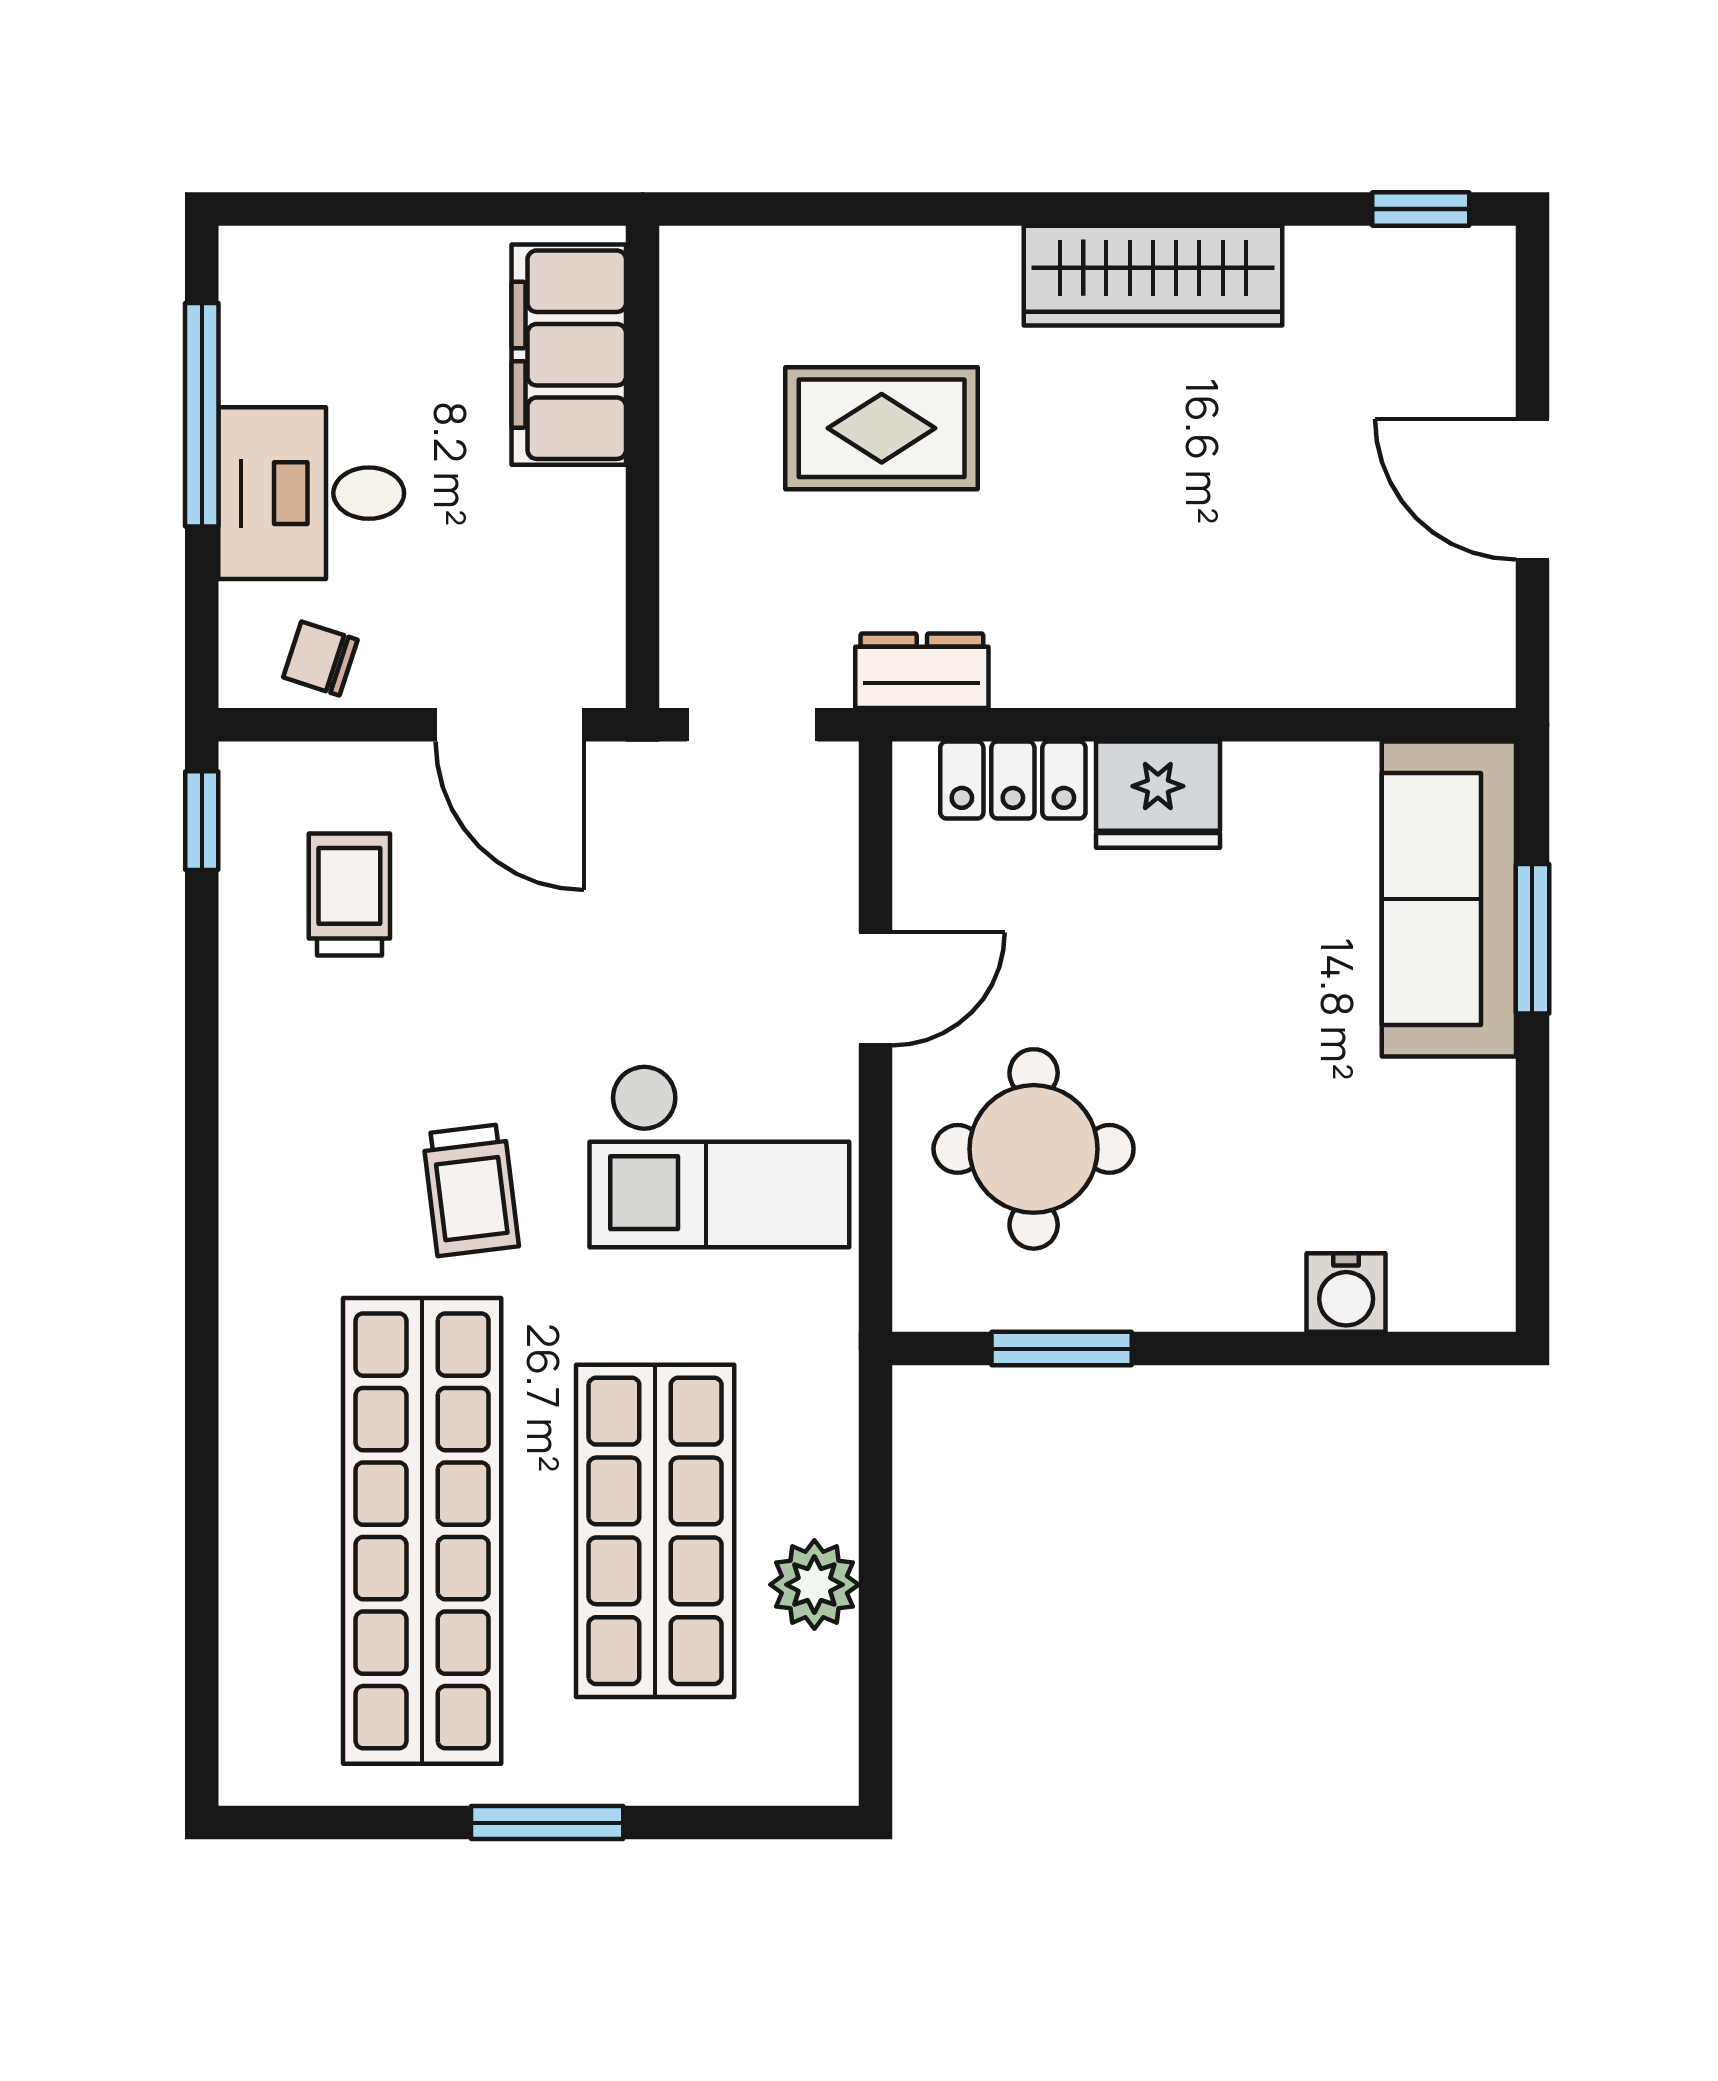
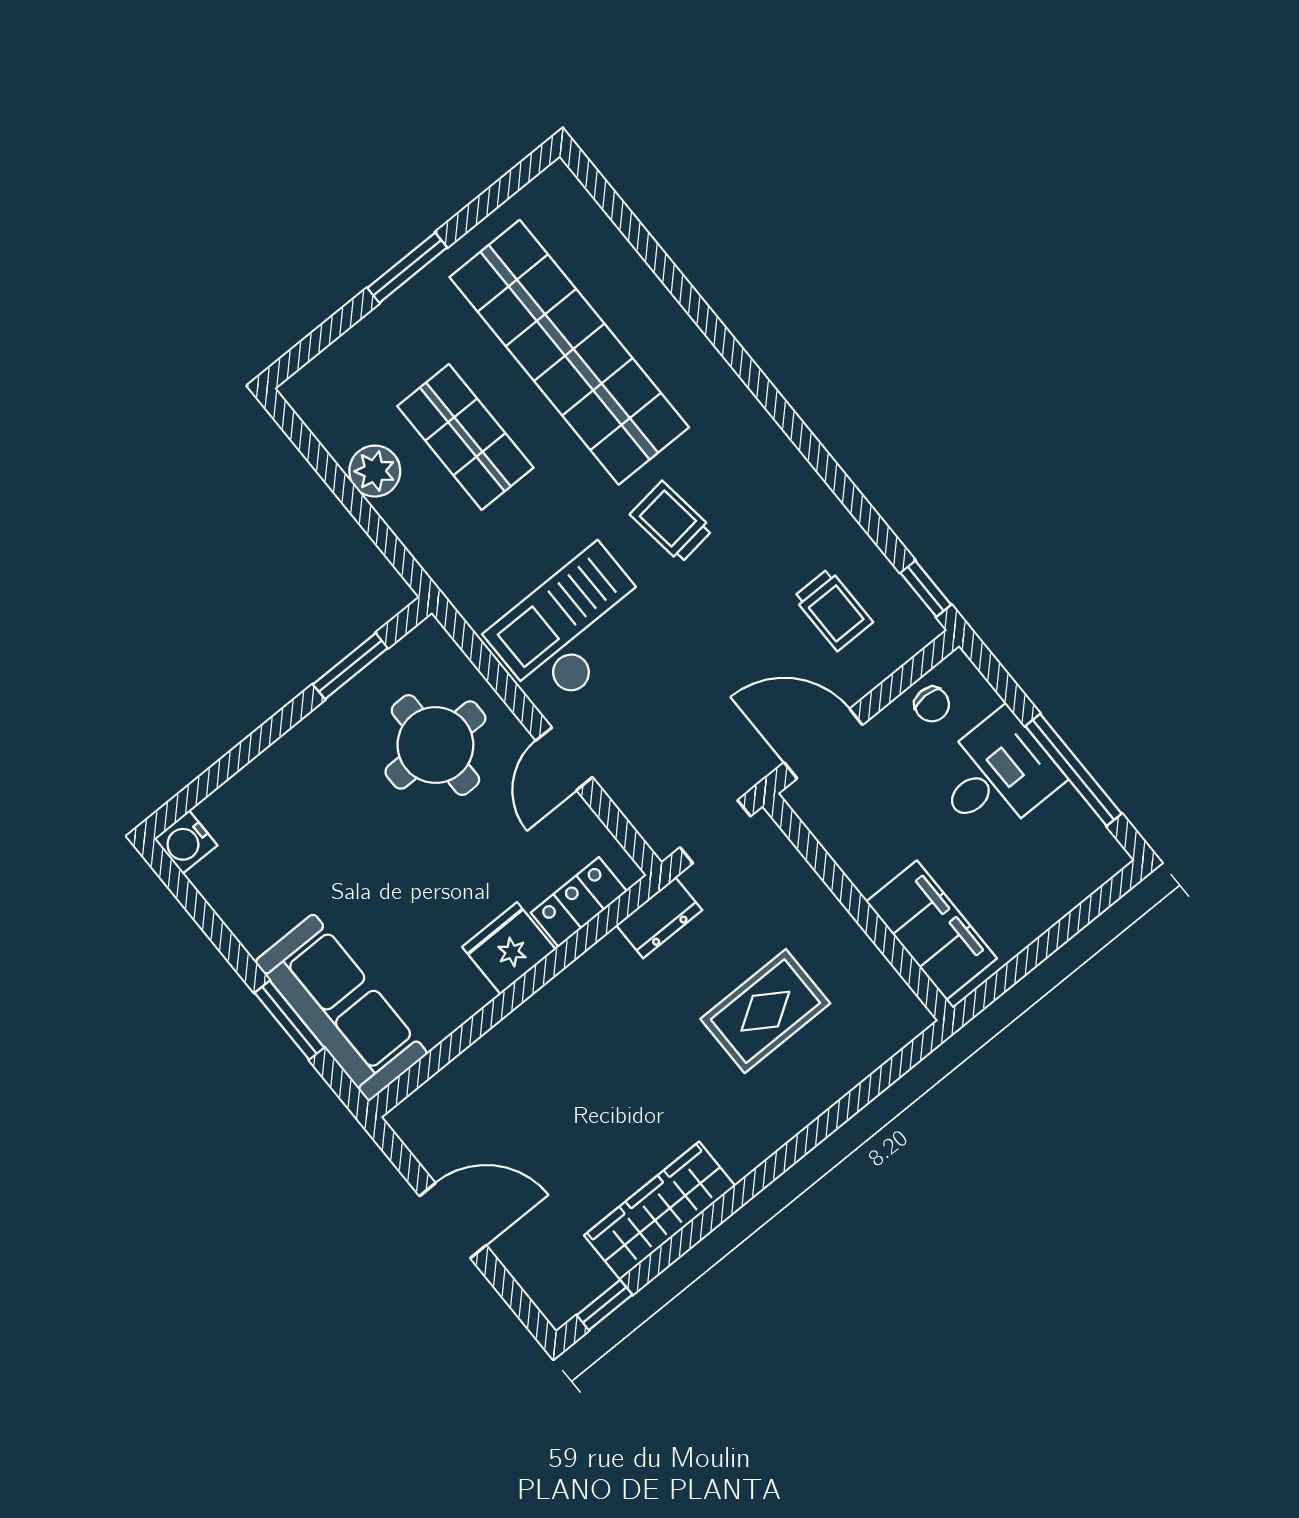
wardrobe: (1153, 276) -> (660, 1211), moved
chair: (320, 658) -> (932, 704), turned 72
water cooler: (1346, 1292) -> (186, 842), moved, turned -90
shop shelf: (655, 1531) -> (465, 437), width x0.70, depth x0.74

